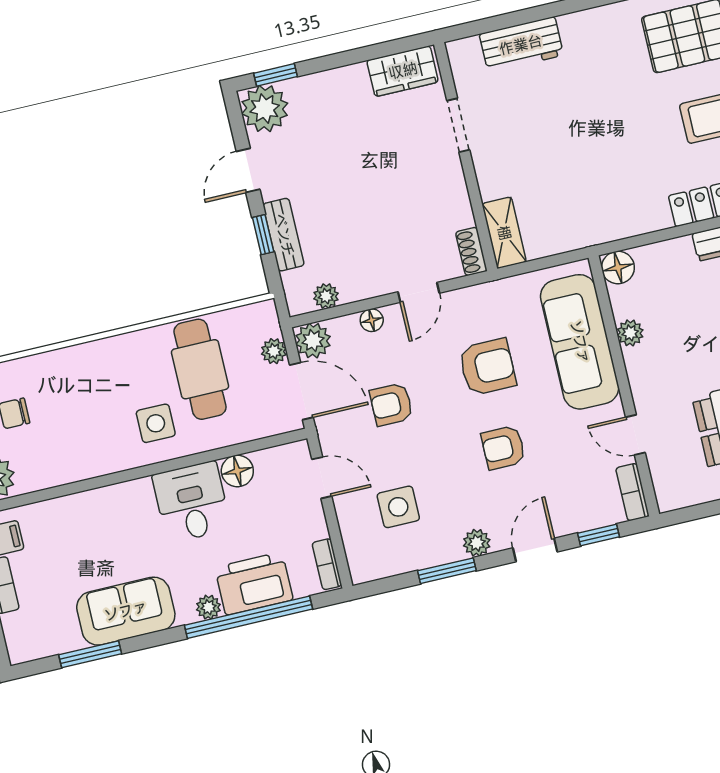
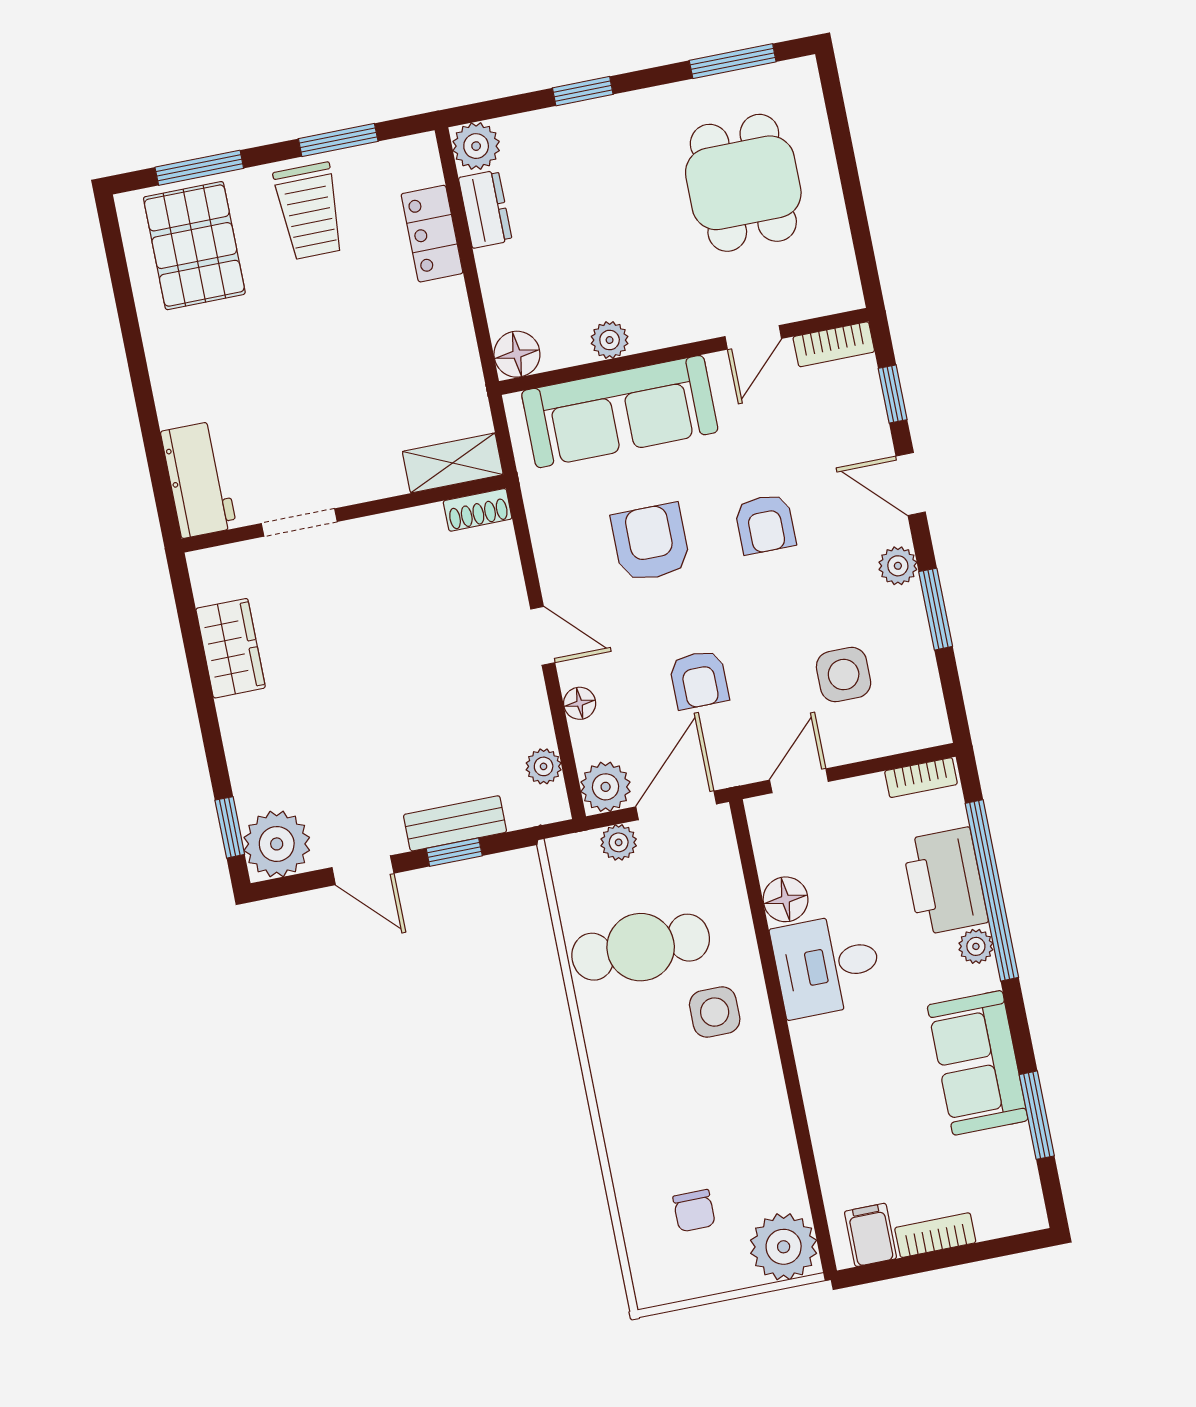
doorway: (458, 125) -> (299, 522), moved
wall: (466, 157) -> (344, 514), moved
shelving: (504, 233) -> (453, 463), moved
shoe rack: (471, 251) -> (478, 510), moved

